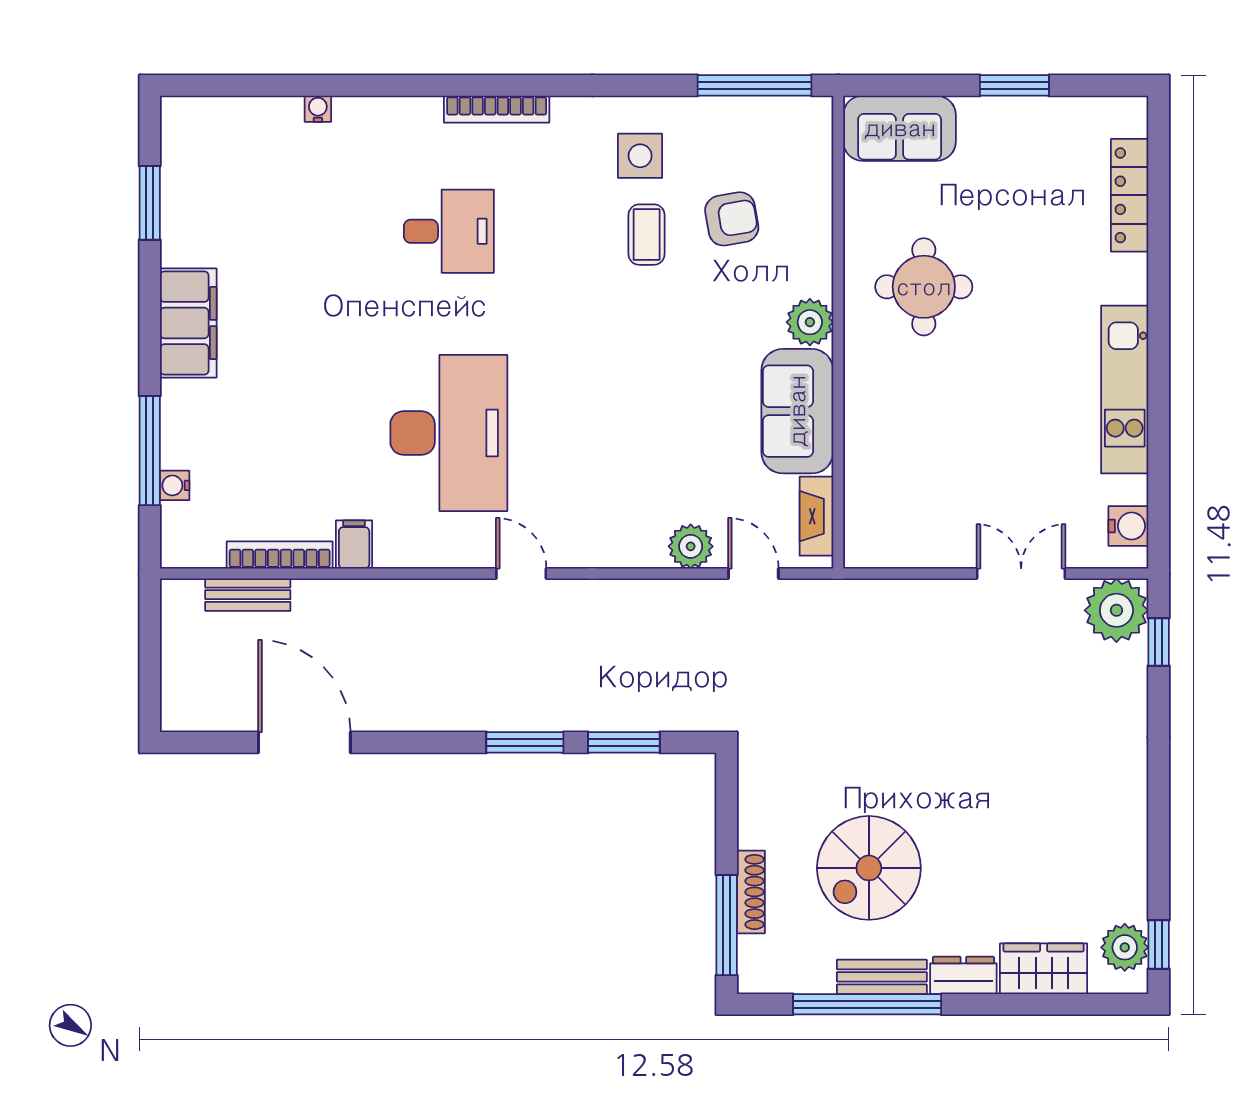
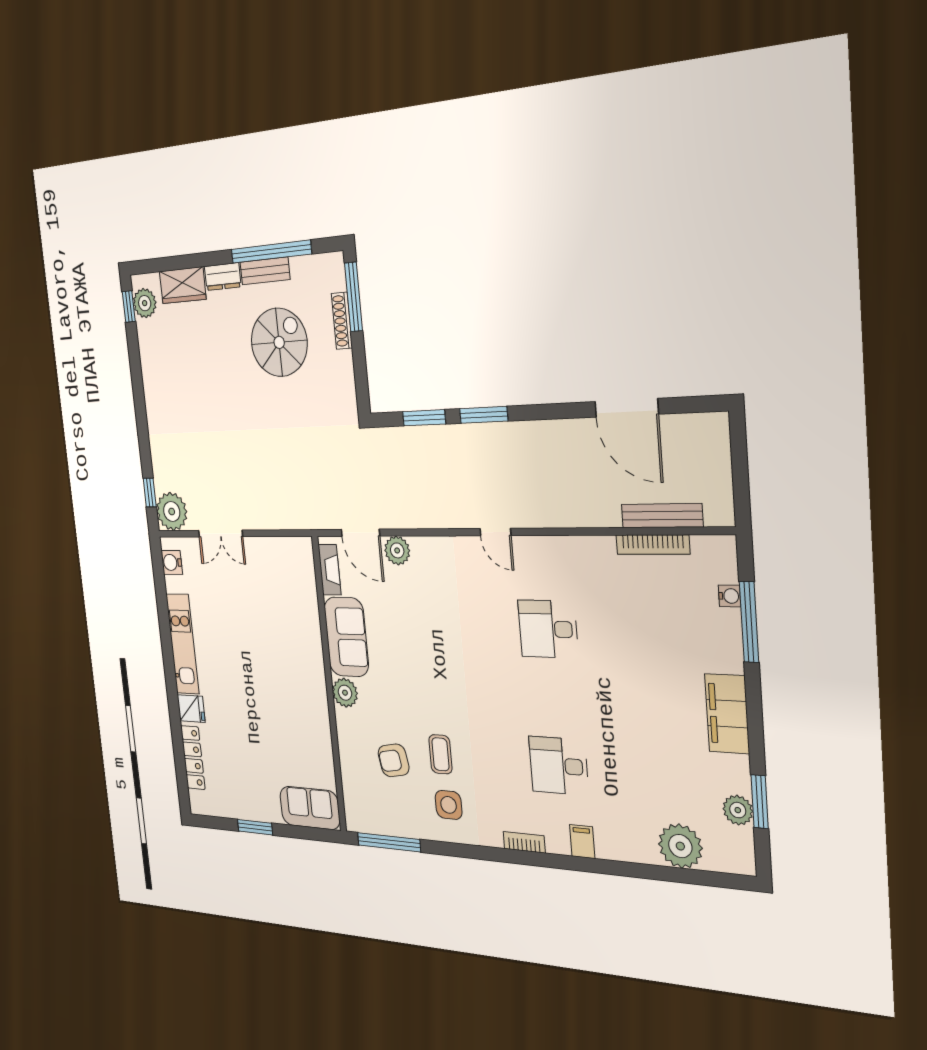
water cooler: (318, 109) -> (649, 856), removed
bookcase: (497, 109) -> (524, 842), width x0.64
plant: (269, 128) -> (680, 846), added
plant: (181, 188) -> (738, 810), added
fridge: (1122, 280) -> (191, 709), added
round table: (924, 287) -> (288, 711), removed
desk: (449, 433) -> (548, 629), width x0.53, depth x0.77
filing cabinet: (354, 544) -> (582, 842), moved, turned 180
door: (753, 573) -> (360, 533), width x1.38
bench: (248, 595) -> (662, 516), width x1.36

